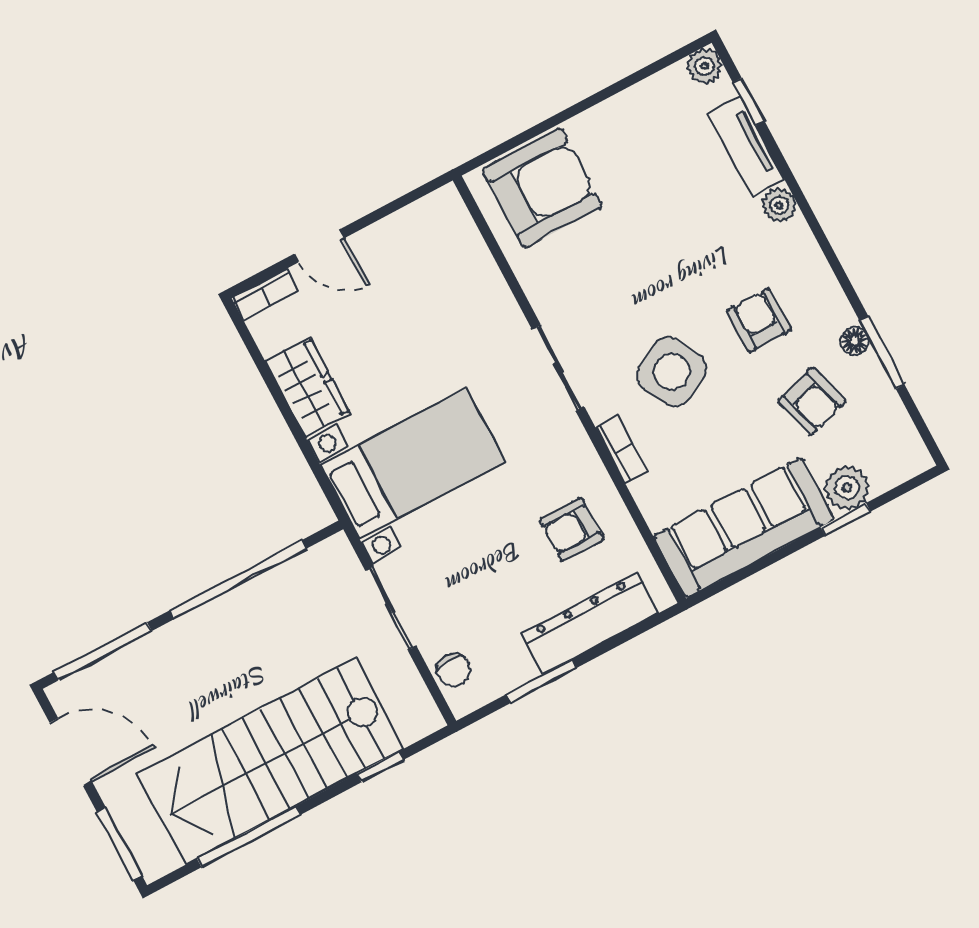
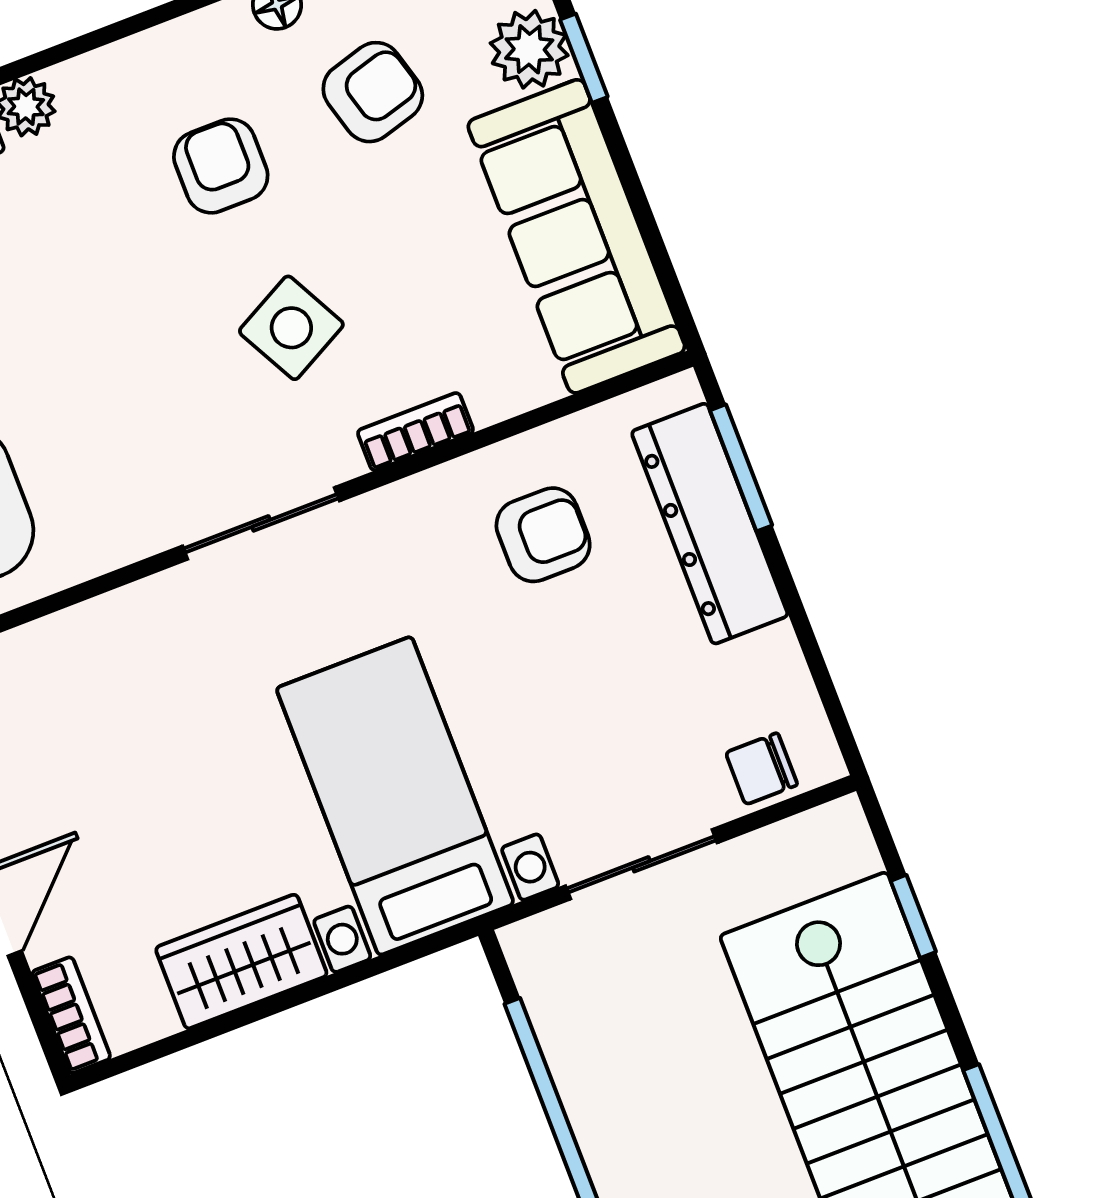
armchair: (759, 320) -> (221, 166), turned 90
side table: (672, 372) -> (291, 328), width x0.73, depth x0.73
armchair: (572, 529) -> (543, 535), turned -90
chair: (454, 670) -> (762, 769), turned 180
window: (541, 681) -> (741, 468), moved

